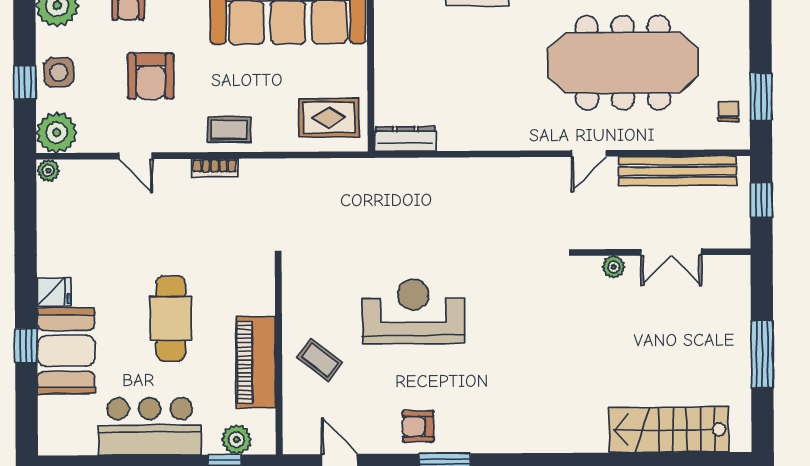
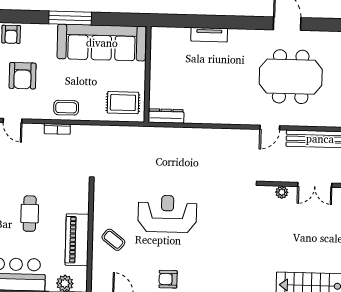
meeting table: (623, 63) -> (291, 77), width x0.73
cafe table: (171, 318) -> (30, 214), width x0.73, depth x0.74

